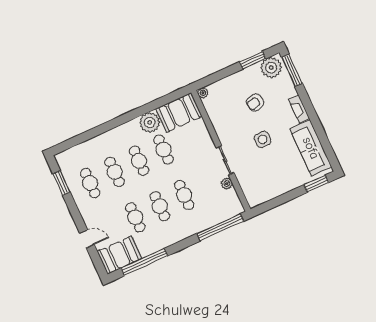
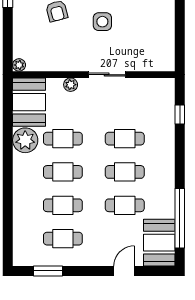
plant: (227, 184) -> (71, 85), moved
window: (220, 227) -> (180, 115), width x0.32

